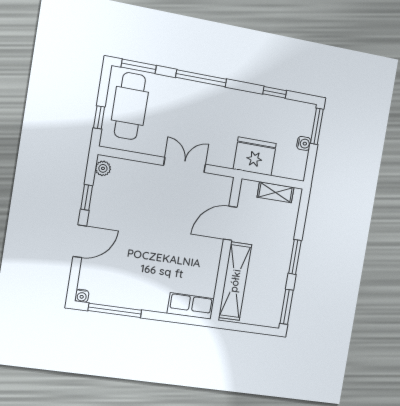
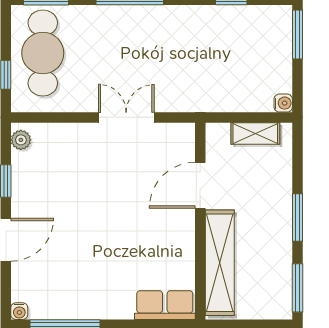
water cooler: (304, 143) -> (283, 103), moved
fridge: (255, 156) -> (219, 90), removed

